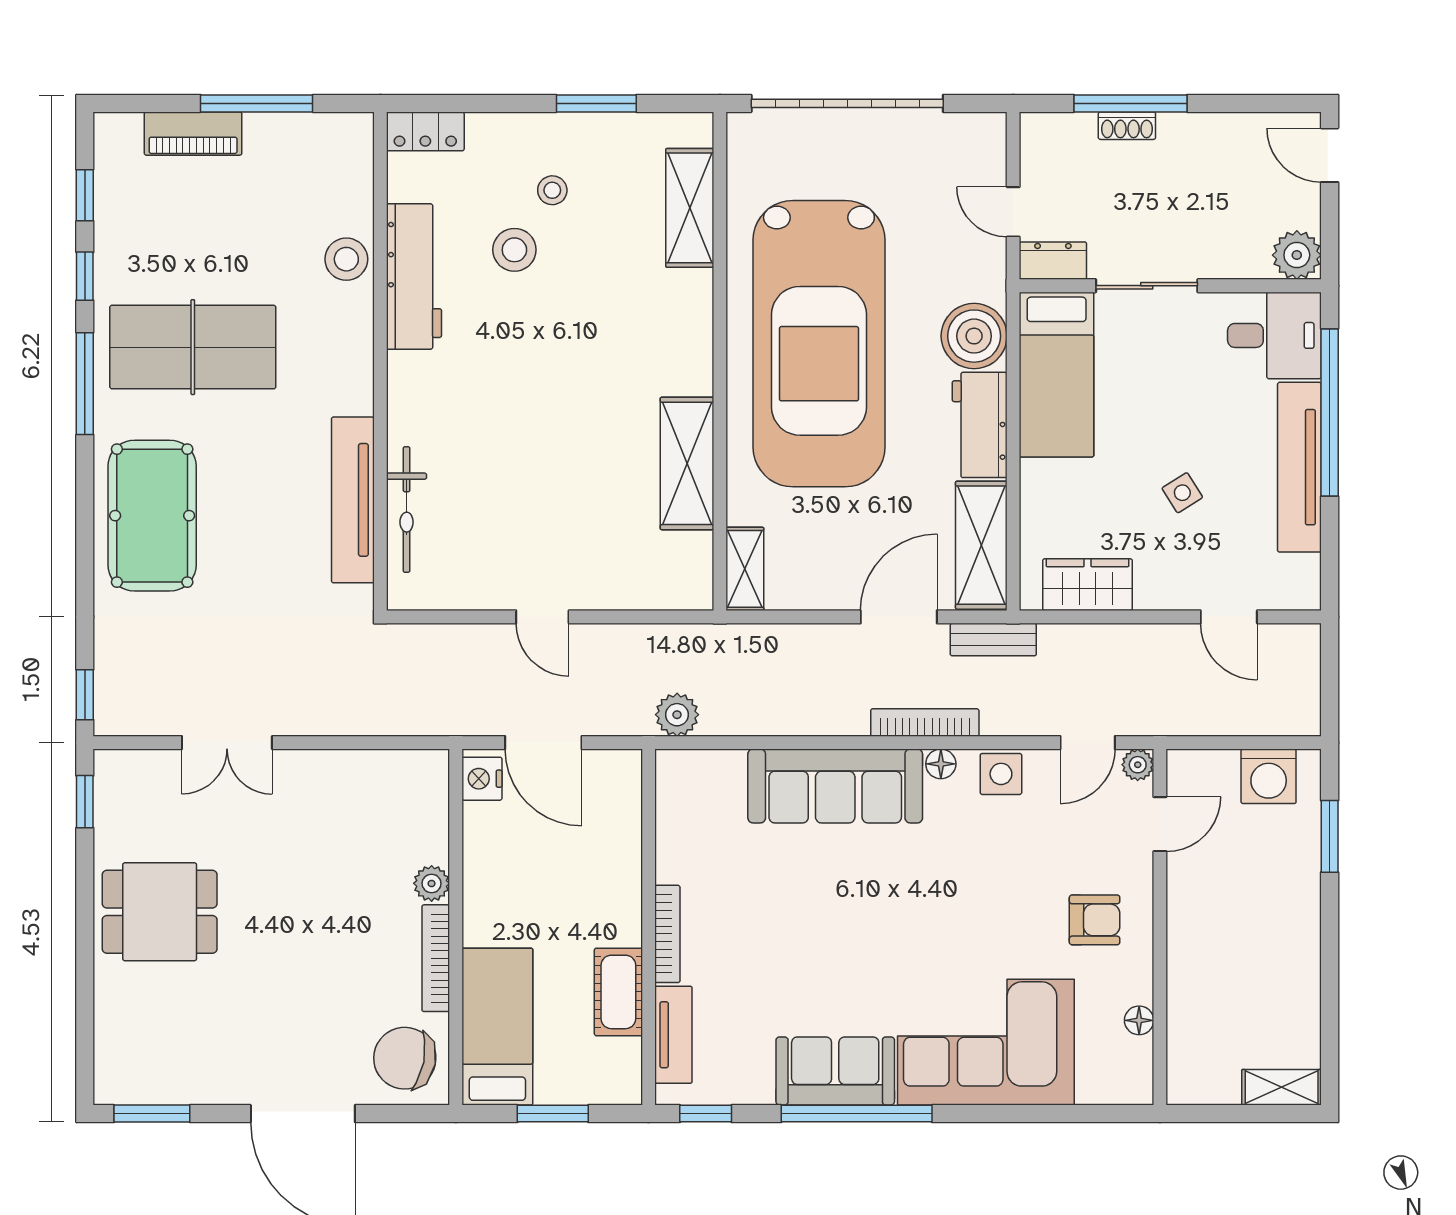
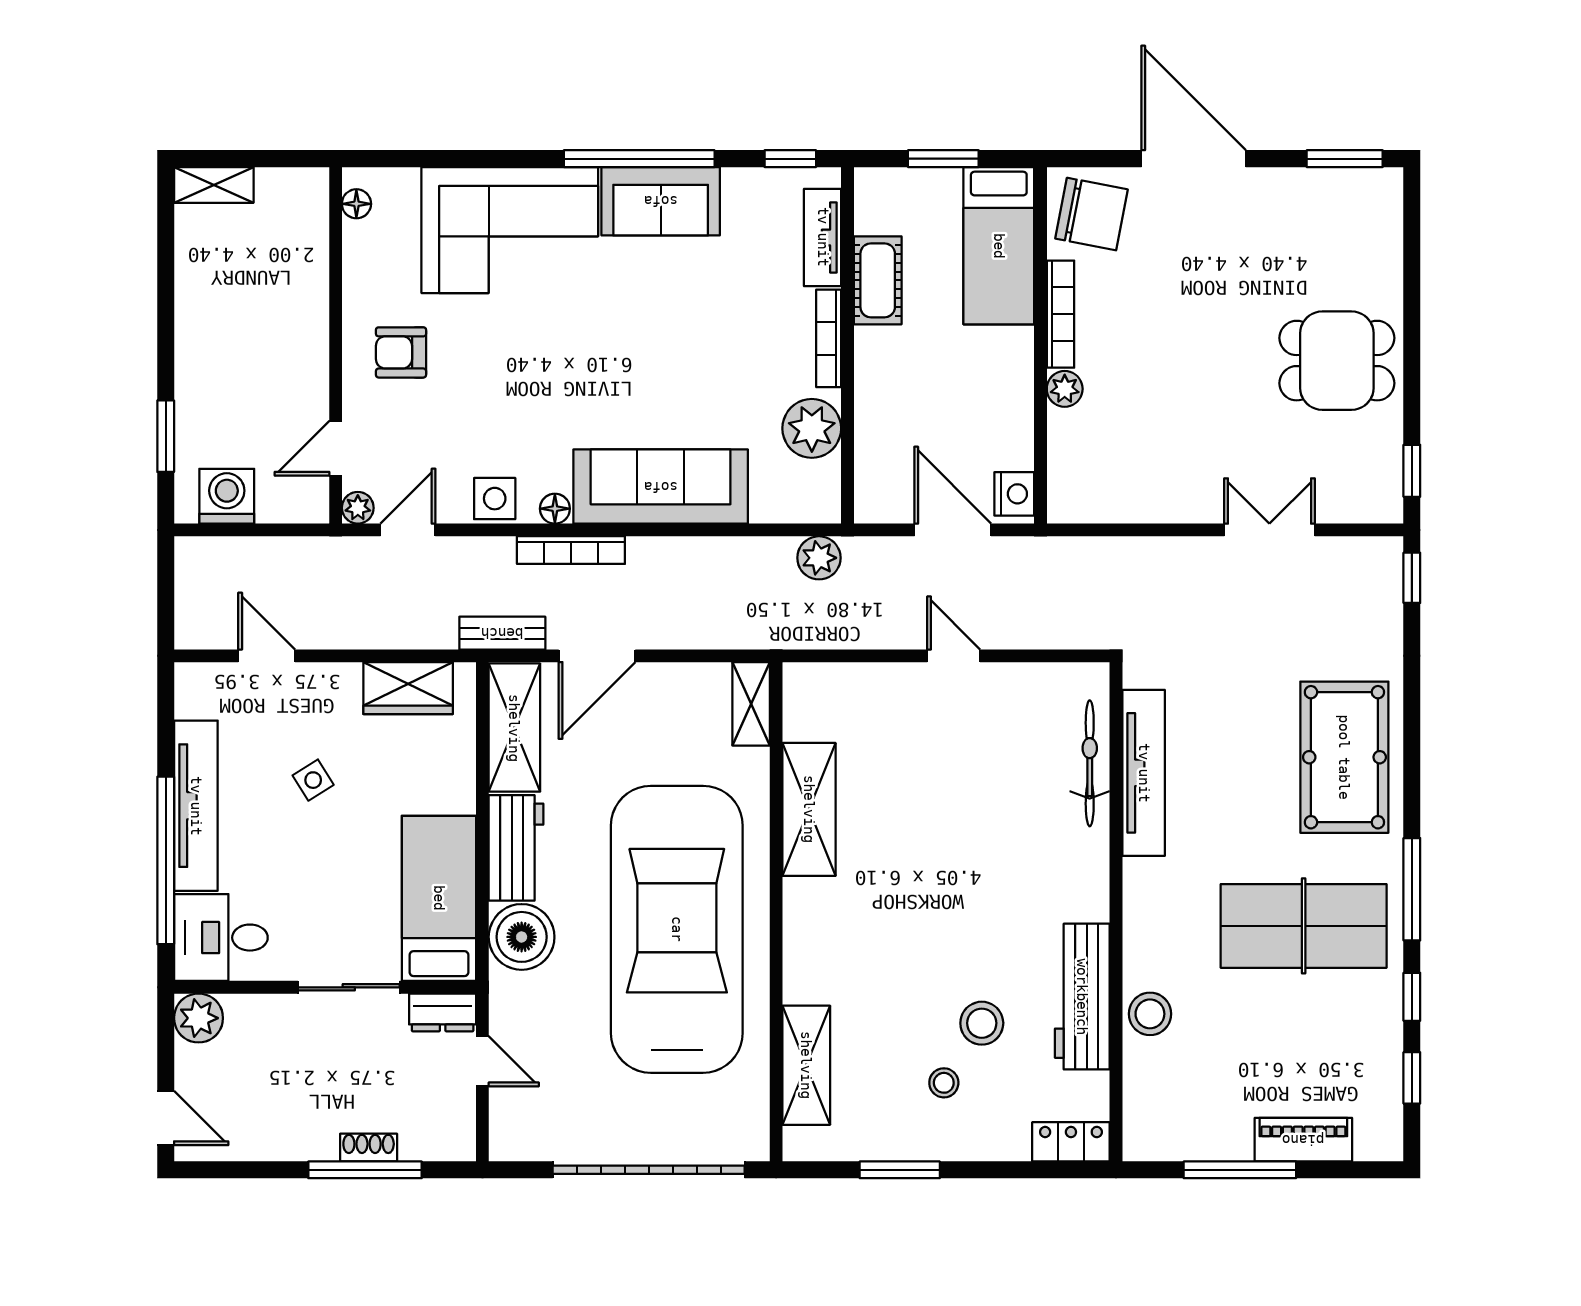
plant: (684, 844) -> (812, 428), added
floor lamp: (1139, 1020) -> (356, 204), moved

